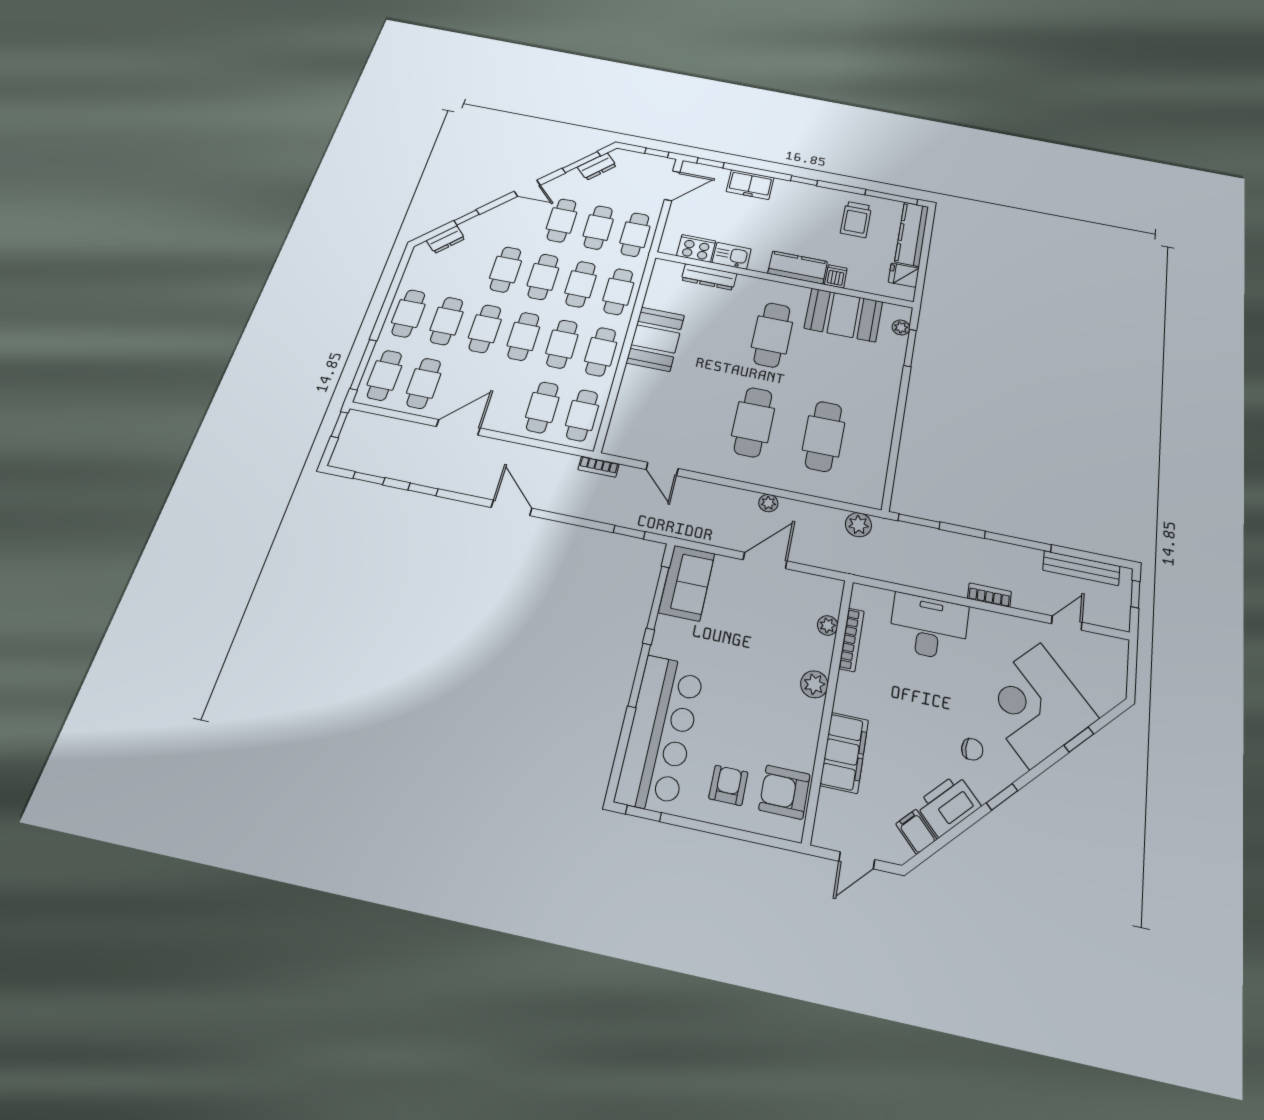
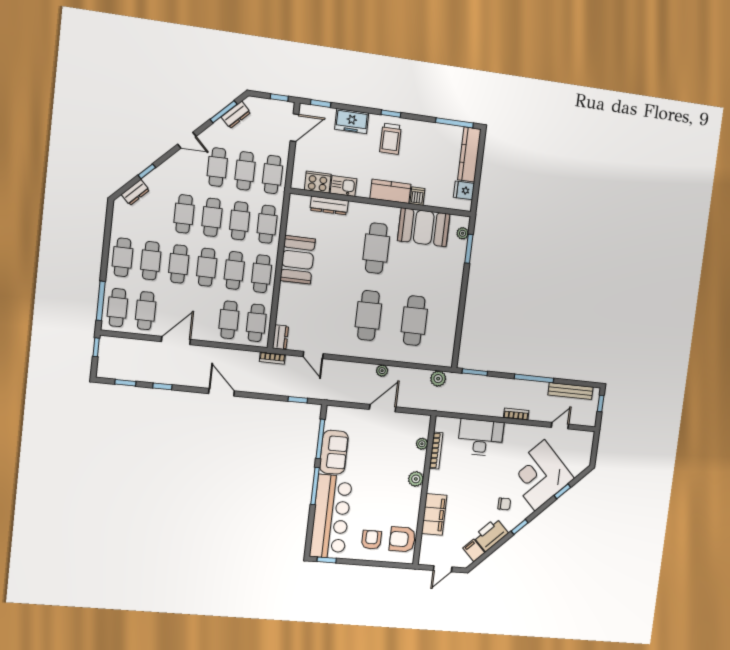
trolley: (856, 219) -> (391, 139), moved
dresser: (615, 439) -> (280, 337), added
sofa: (687, 583) -> (334, 452), moved

